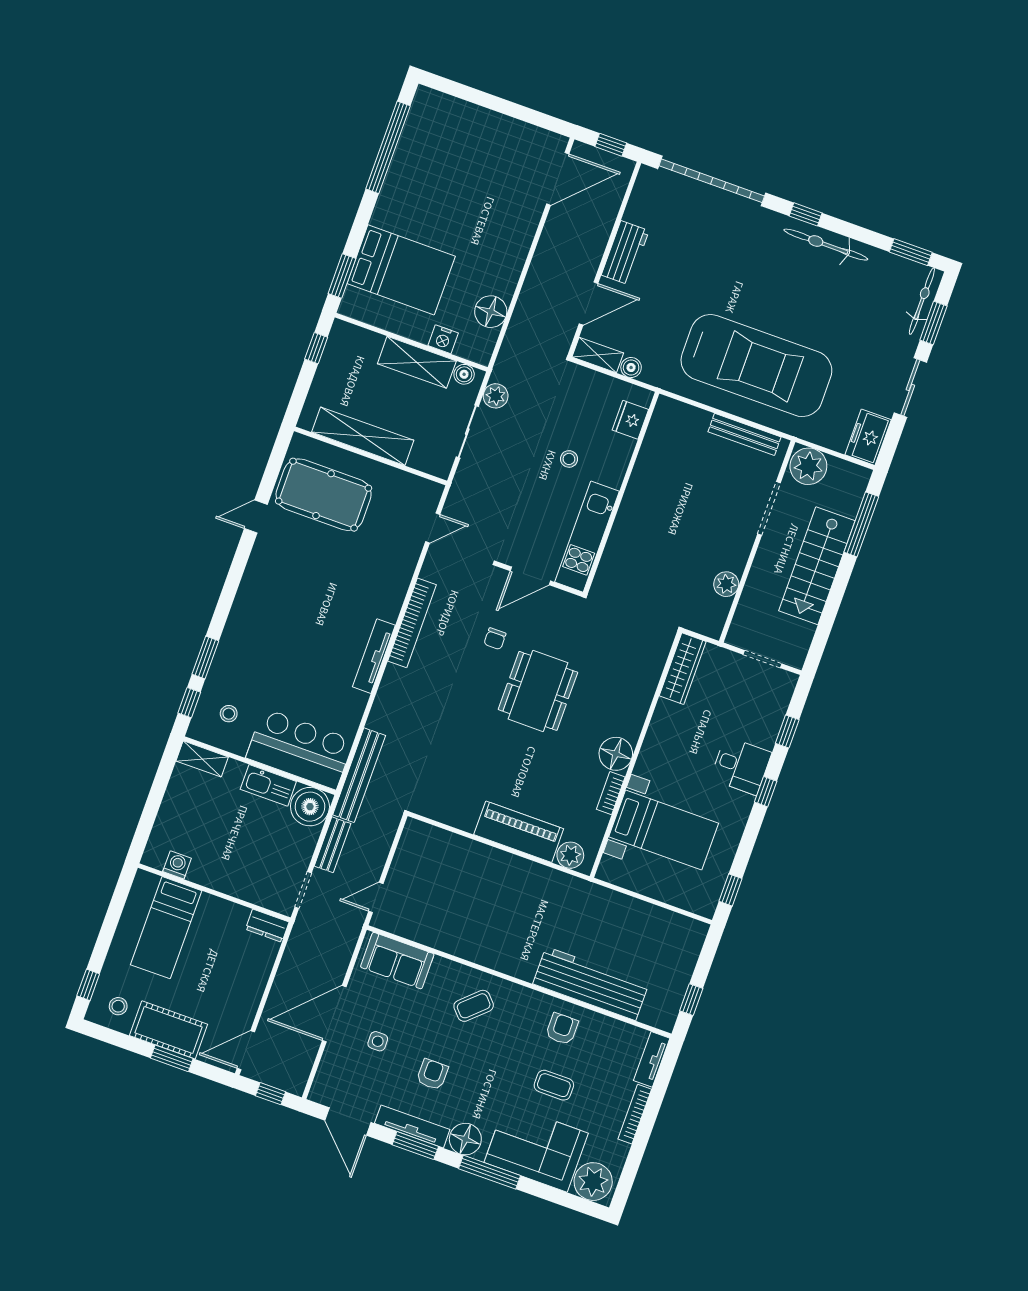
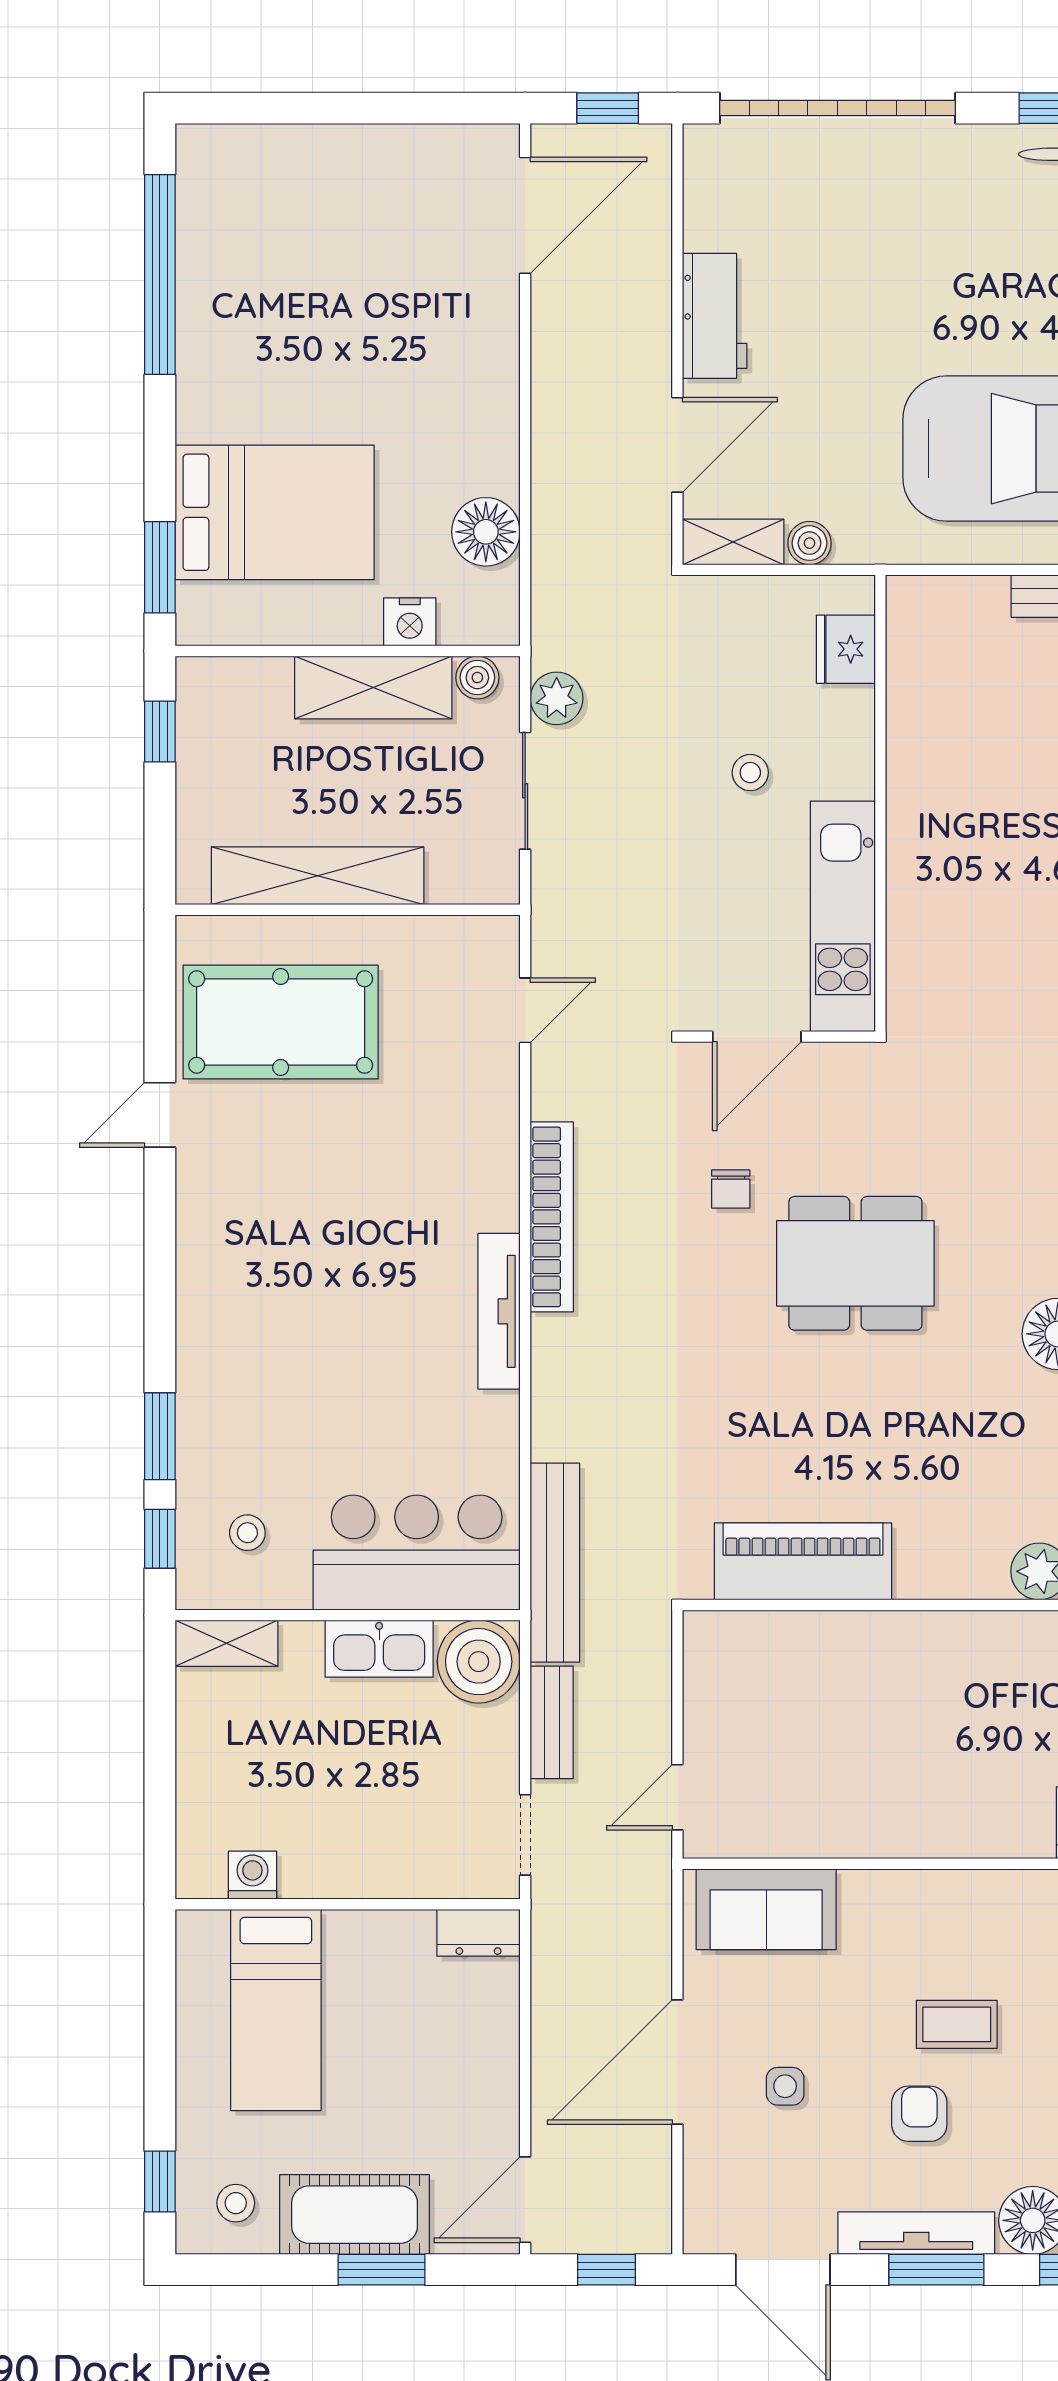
dining table: (538, 691) -> (855, 1263), turned 90
piano: (519, 832) -> (803, 1561), moved
coffee table: (474, 1006) -> (957, 2024), moved, turned 43

